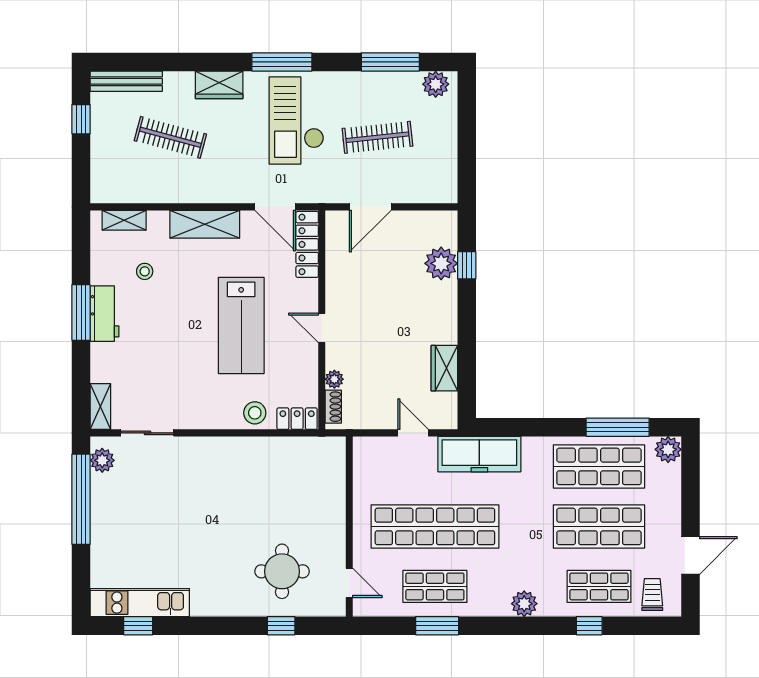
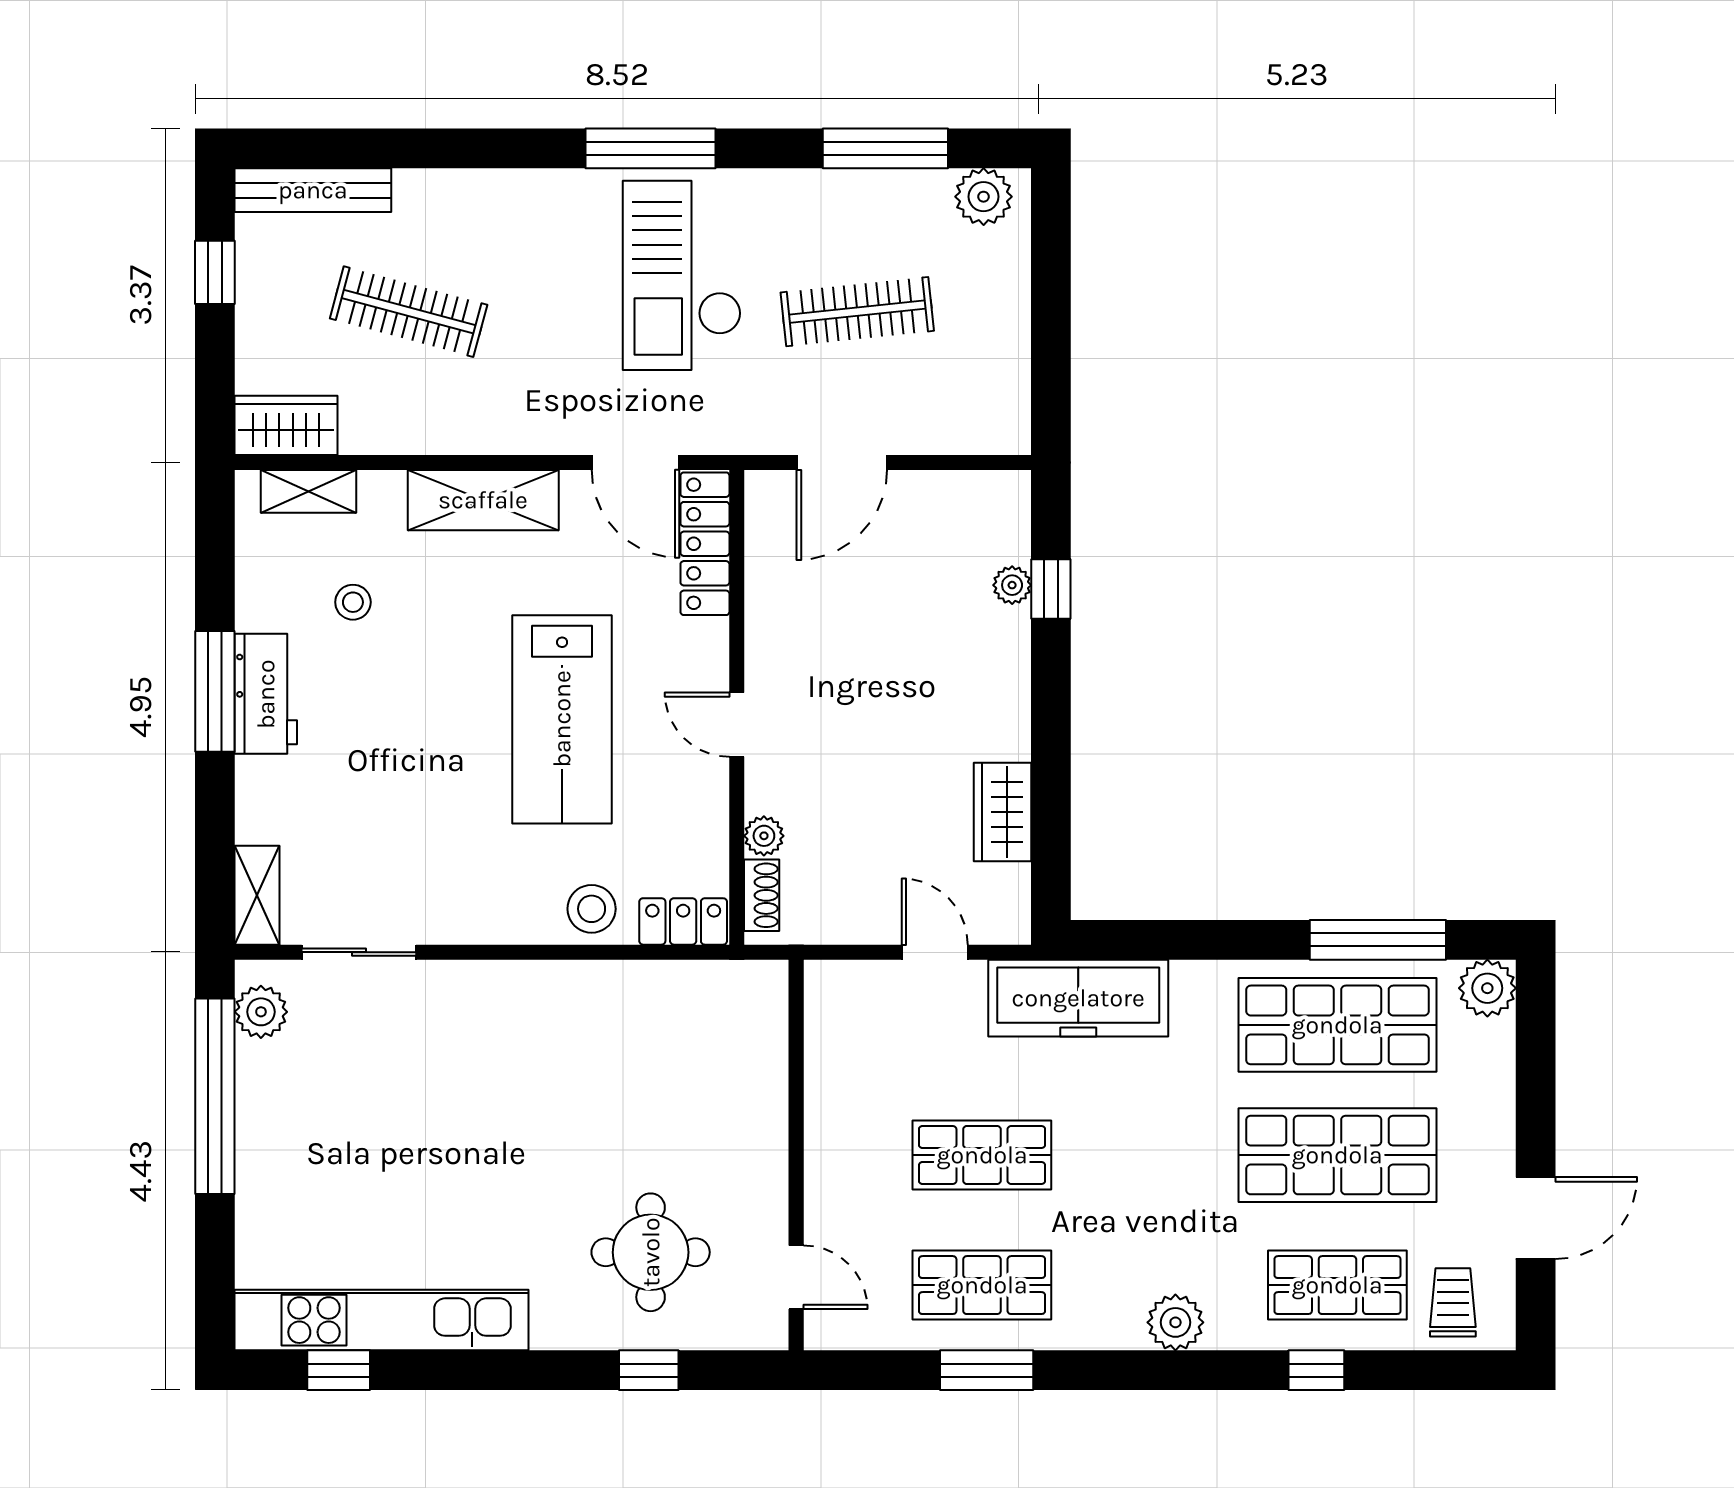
wardrobe: (219, 85) -> (286, 425), moved, turned 180
plant: (441, 263) -> (1012, 585), width x0.53, depth x0.53
shop shelf: (435, 526) -> (982, 1155), width x0.50, depth x0.74
kitchen unit: (140, 603) -> (381, 1320), width x1.36

